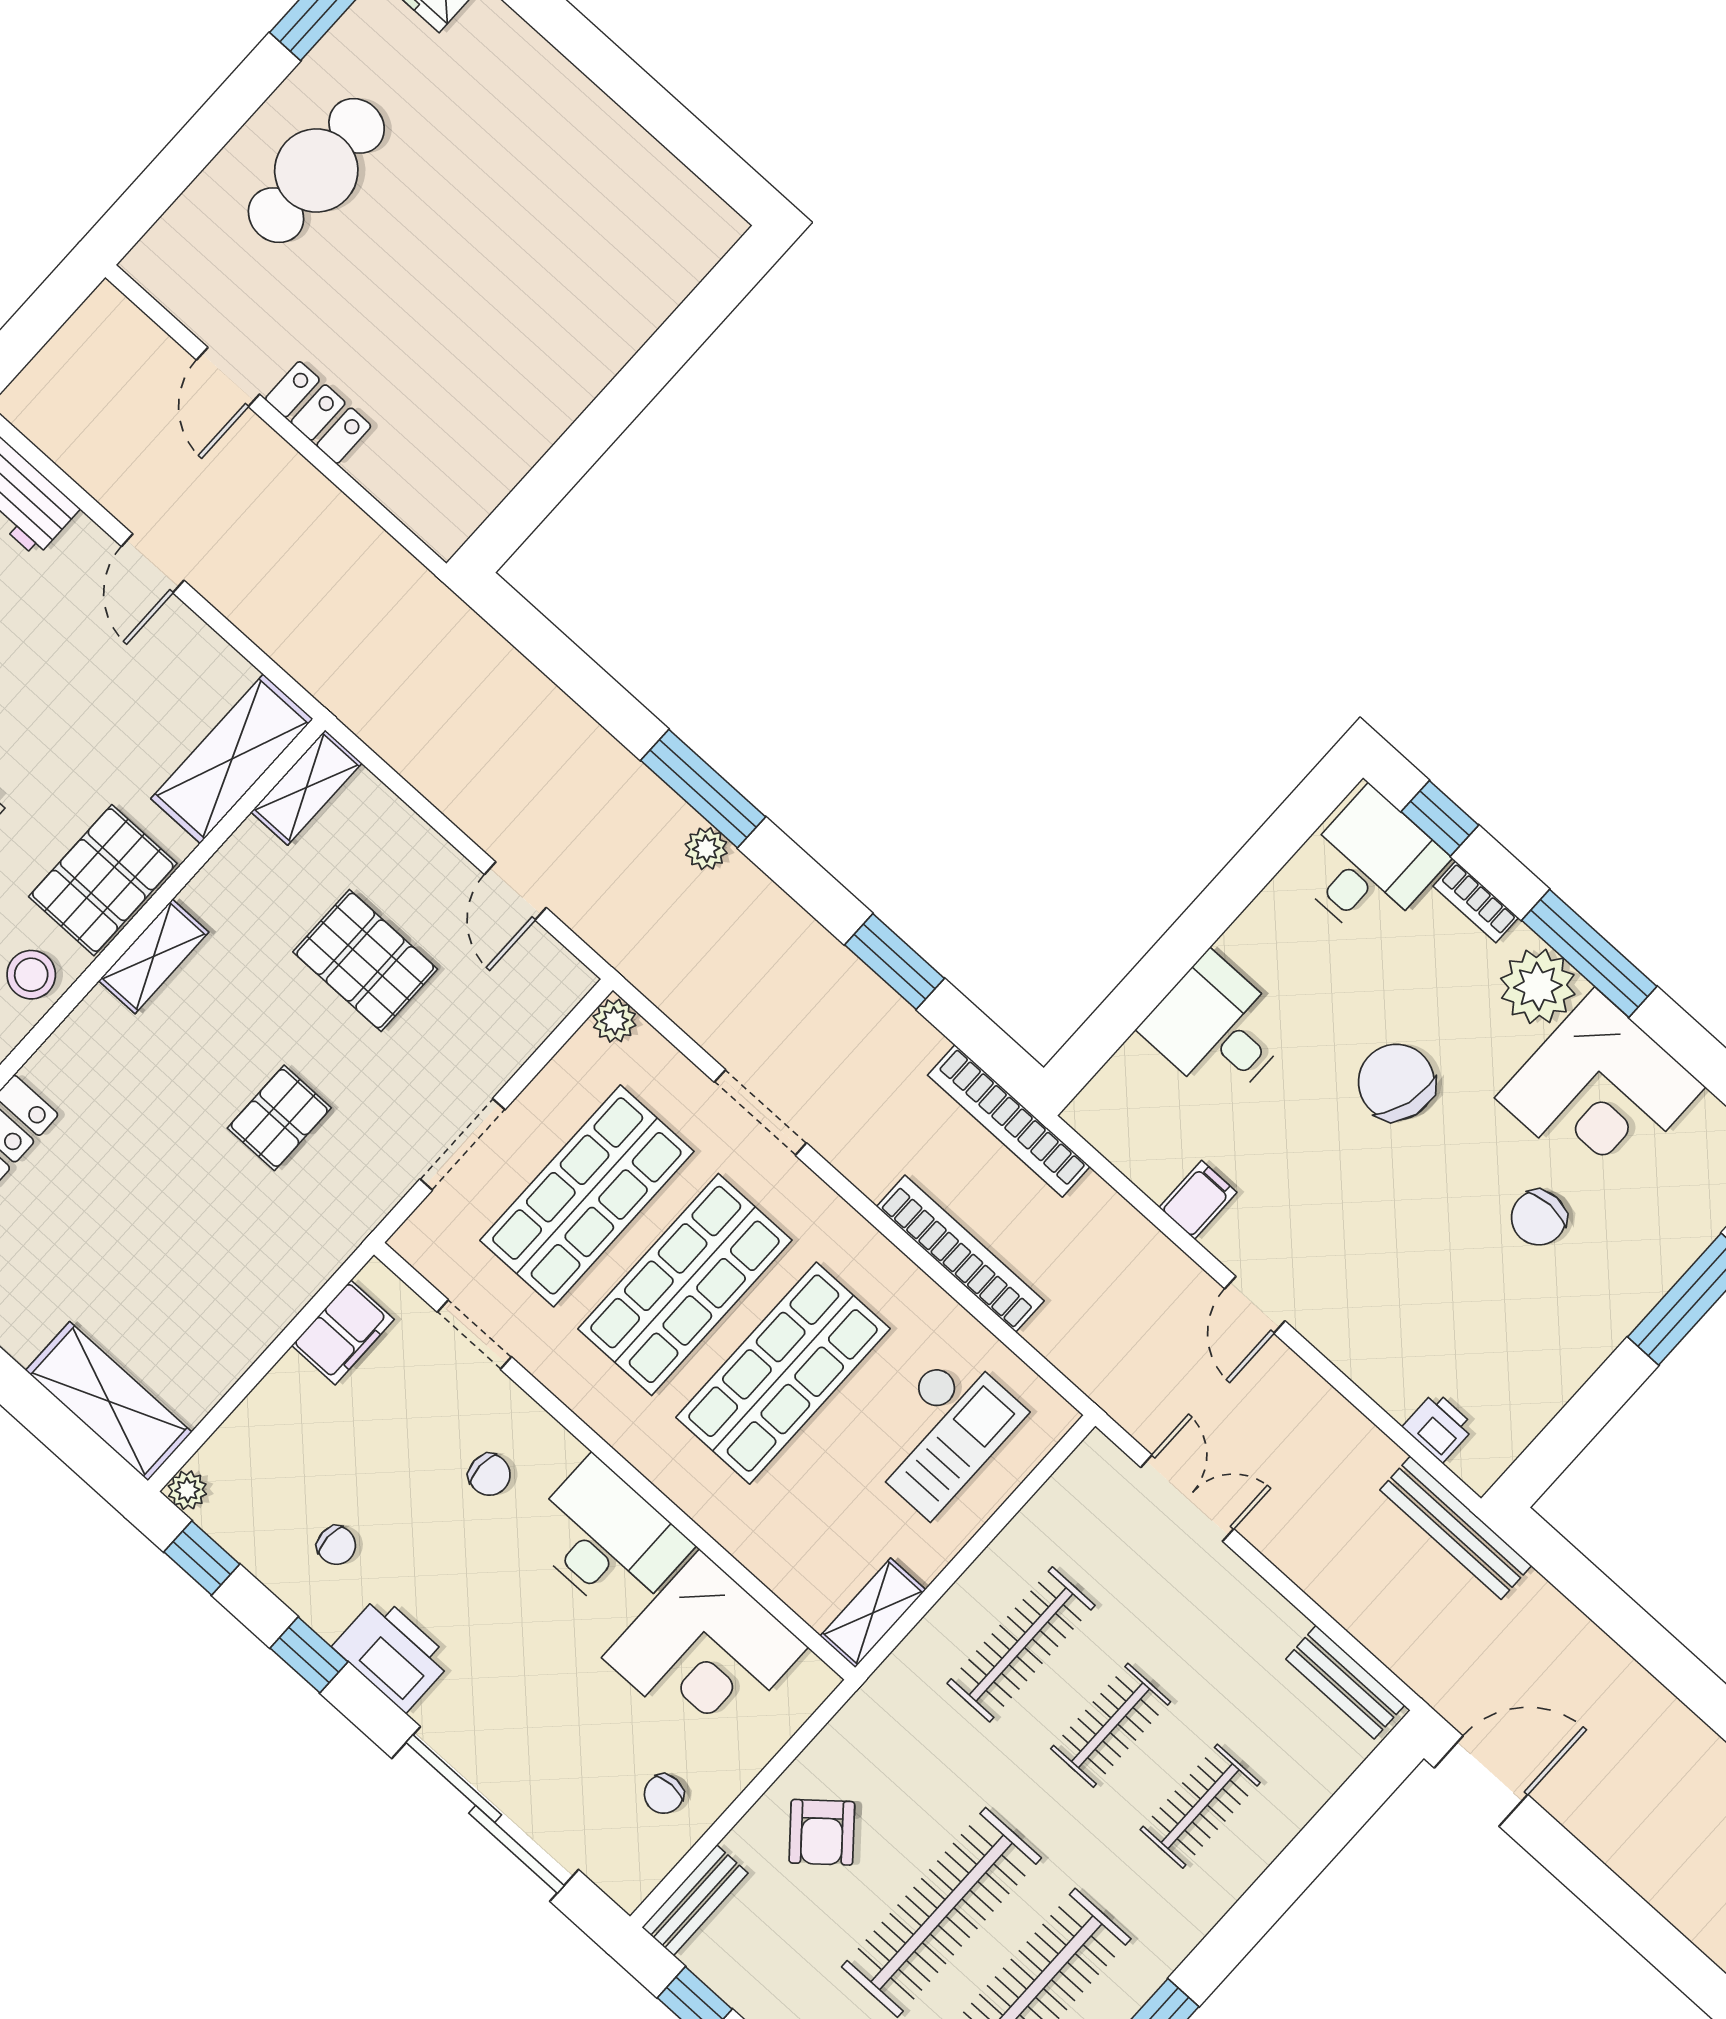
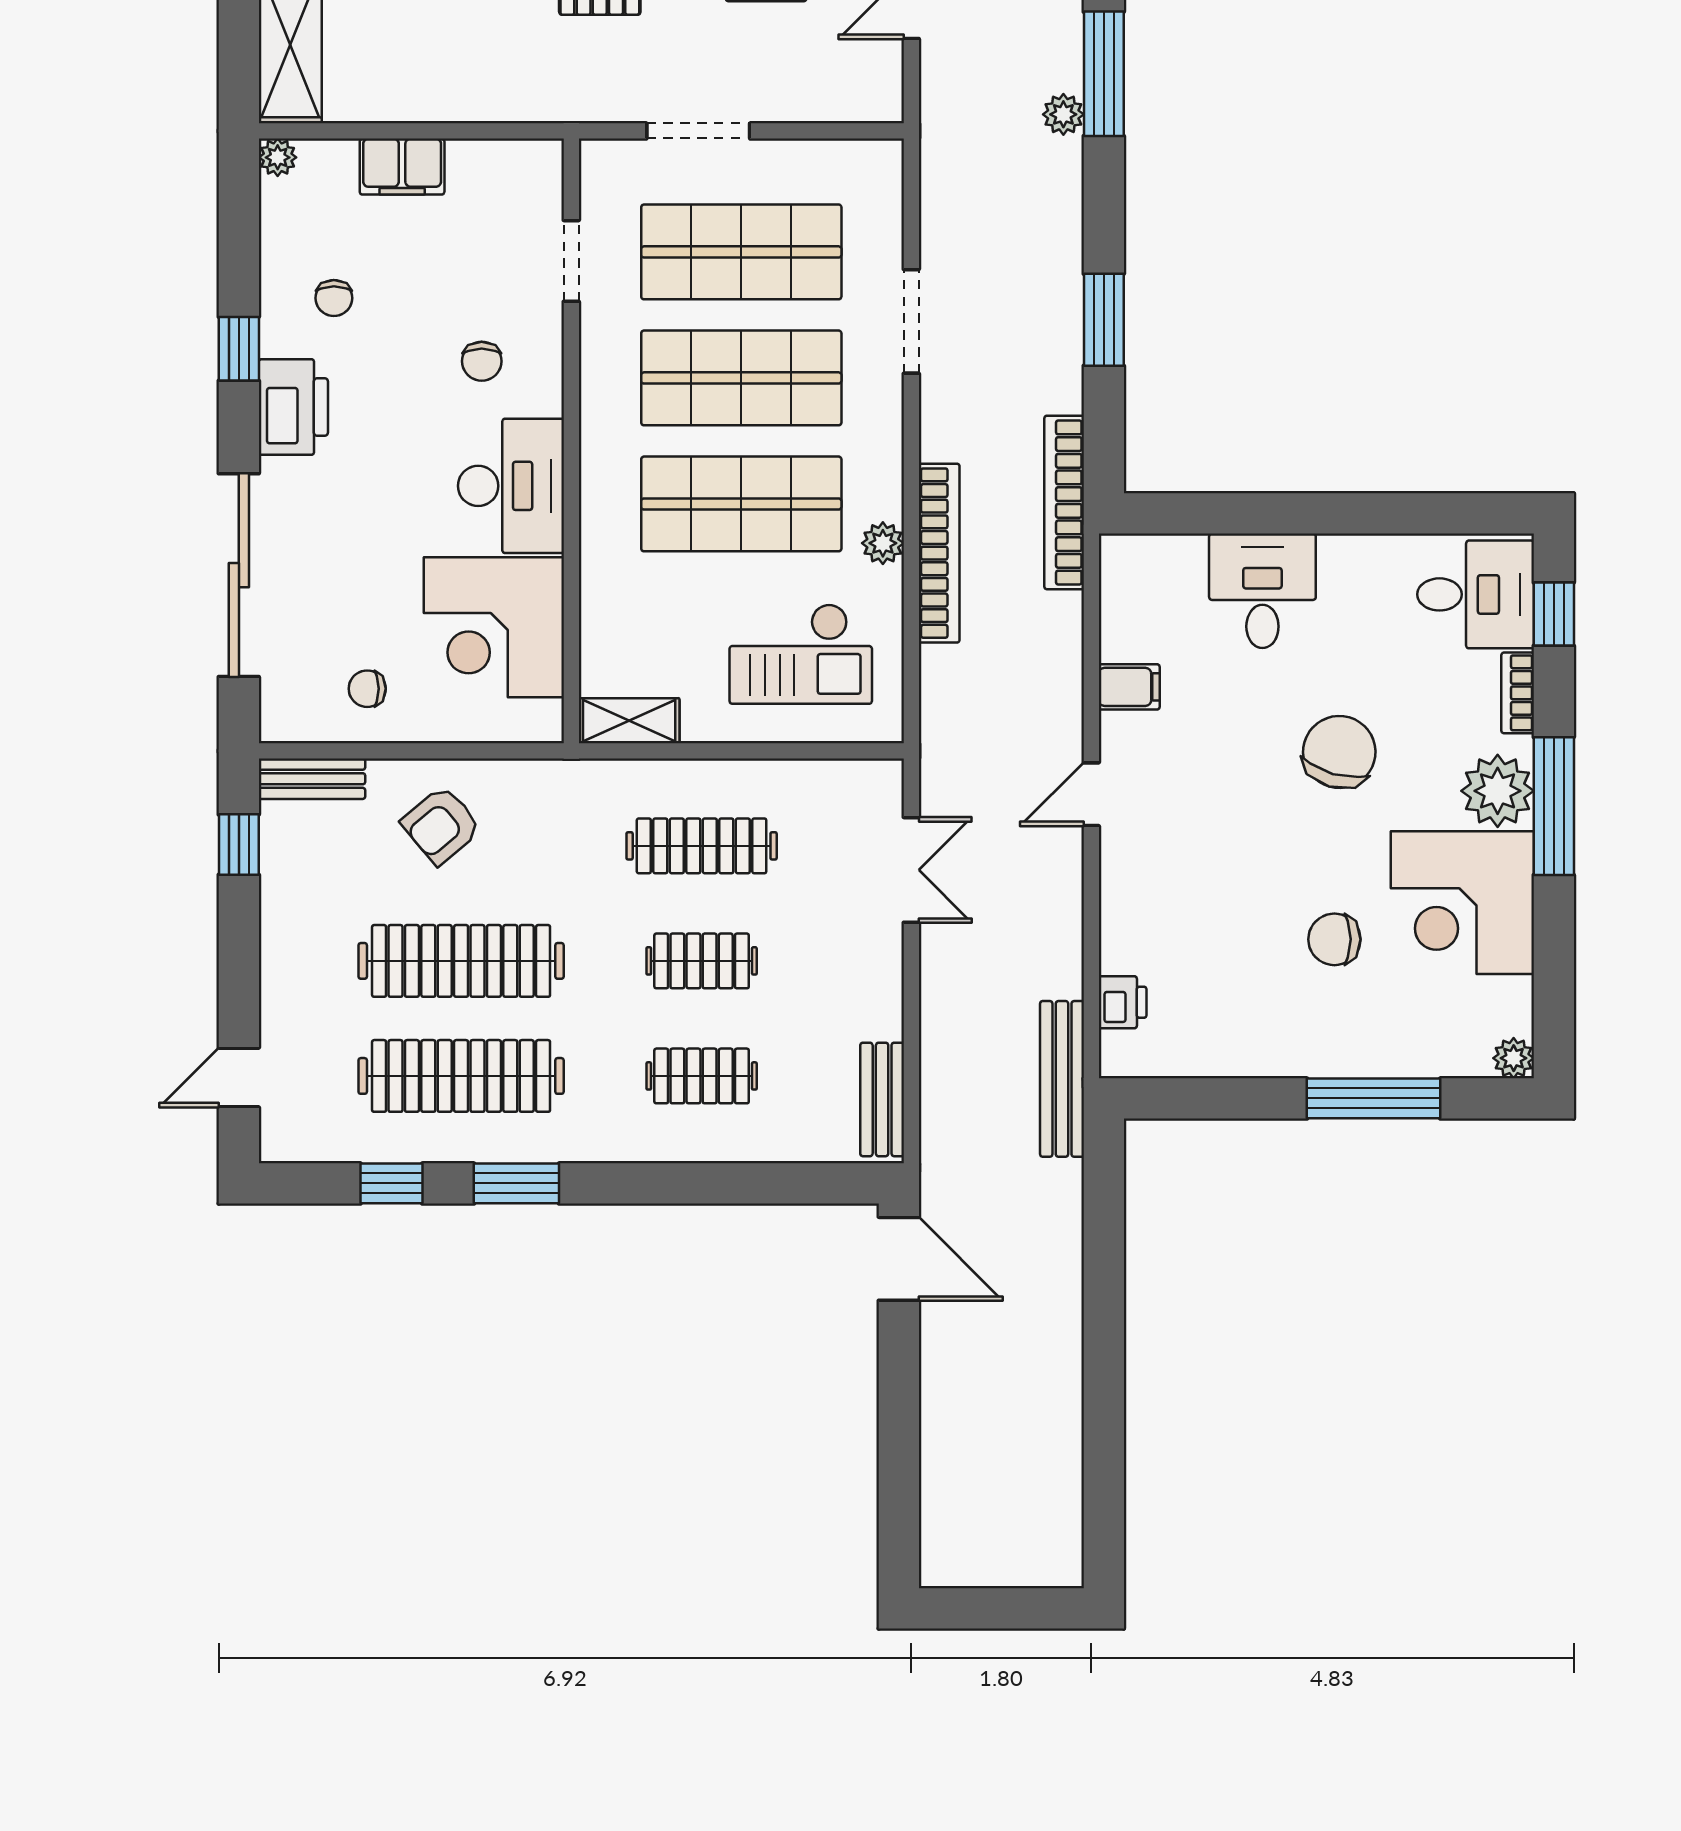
plant: (614, 1021) -> (883, 543), moved
filing cabinet: (343, 1332) -> (402, 167), moved
window: (202, 1558) -> (239, 211), removed

